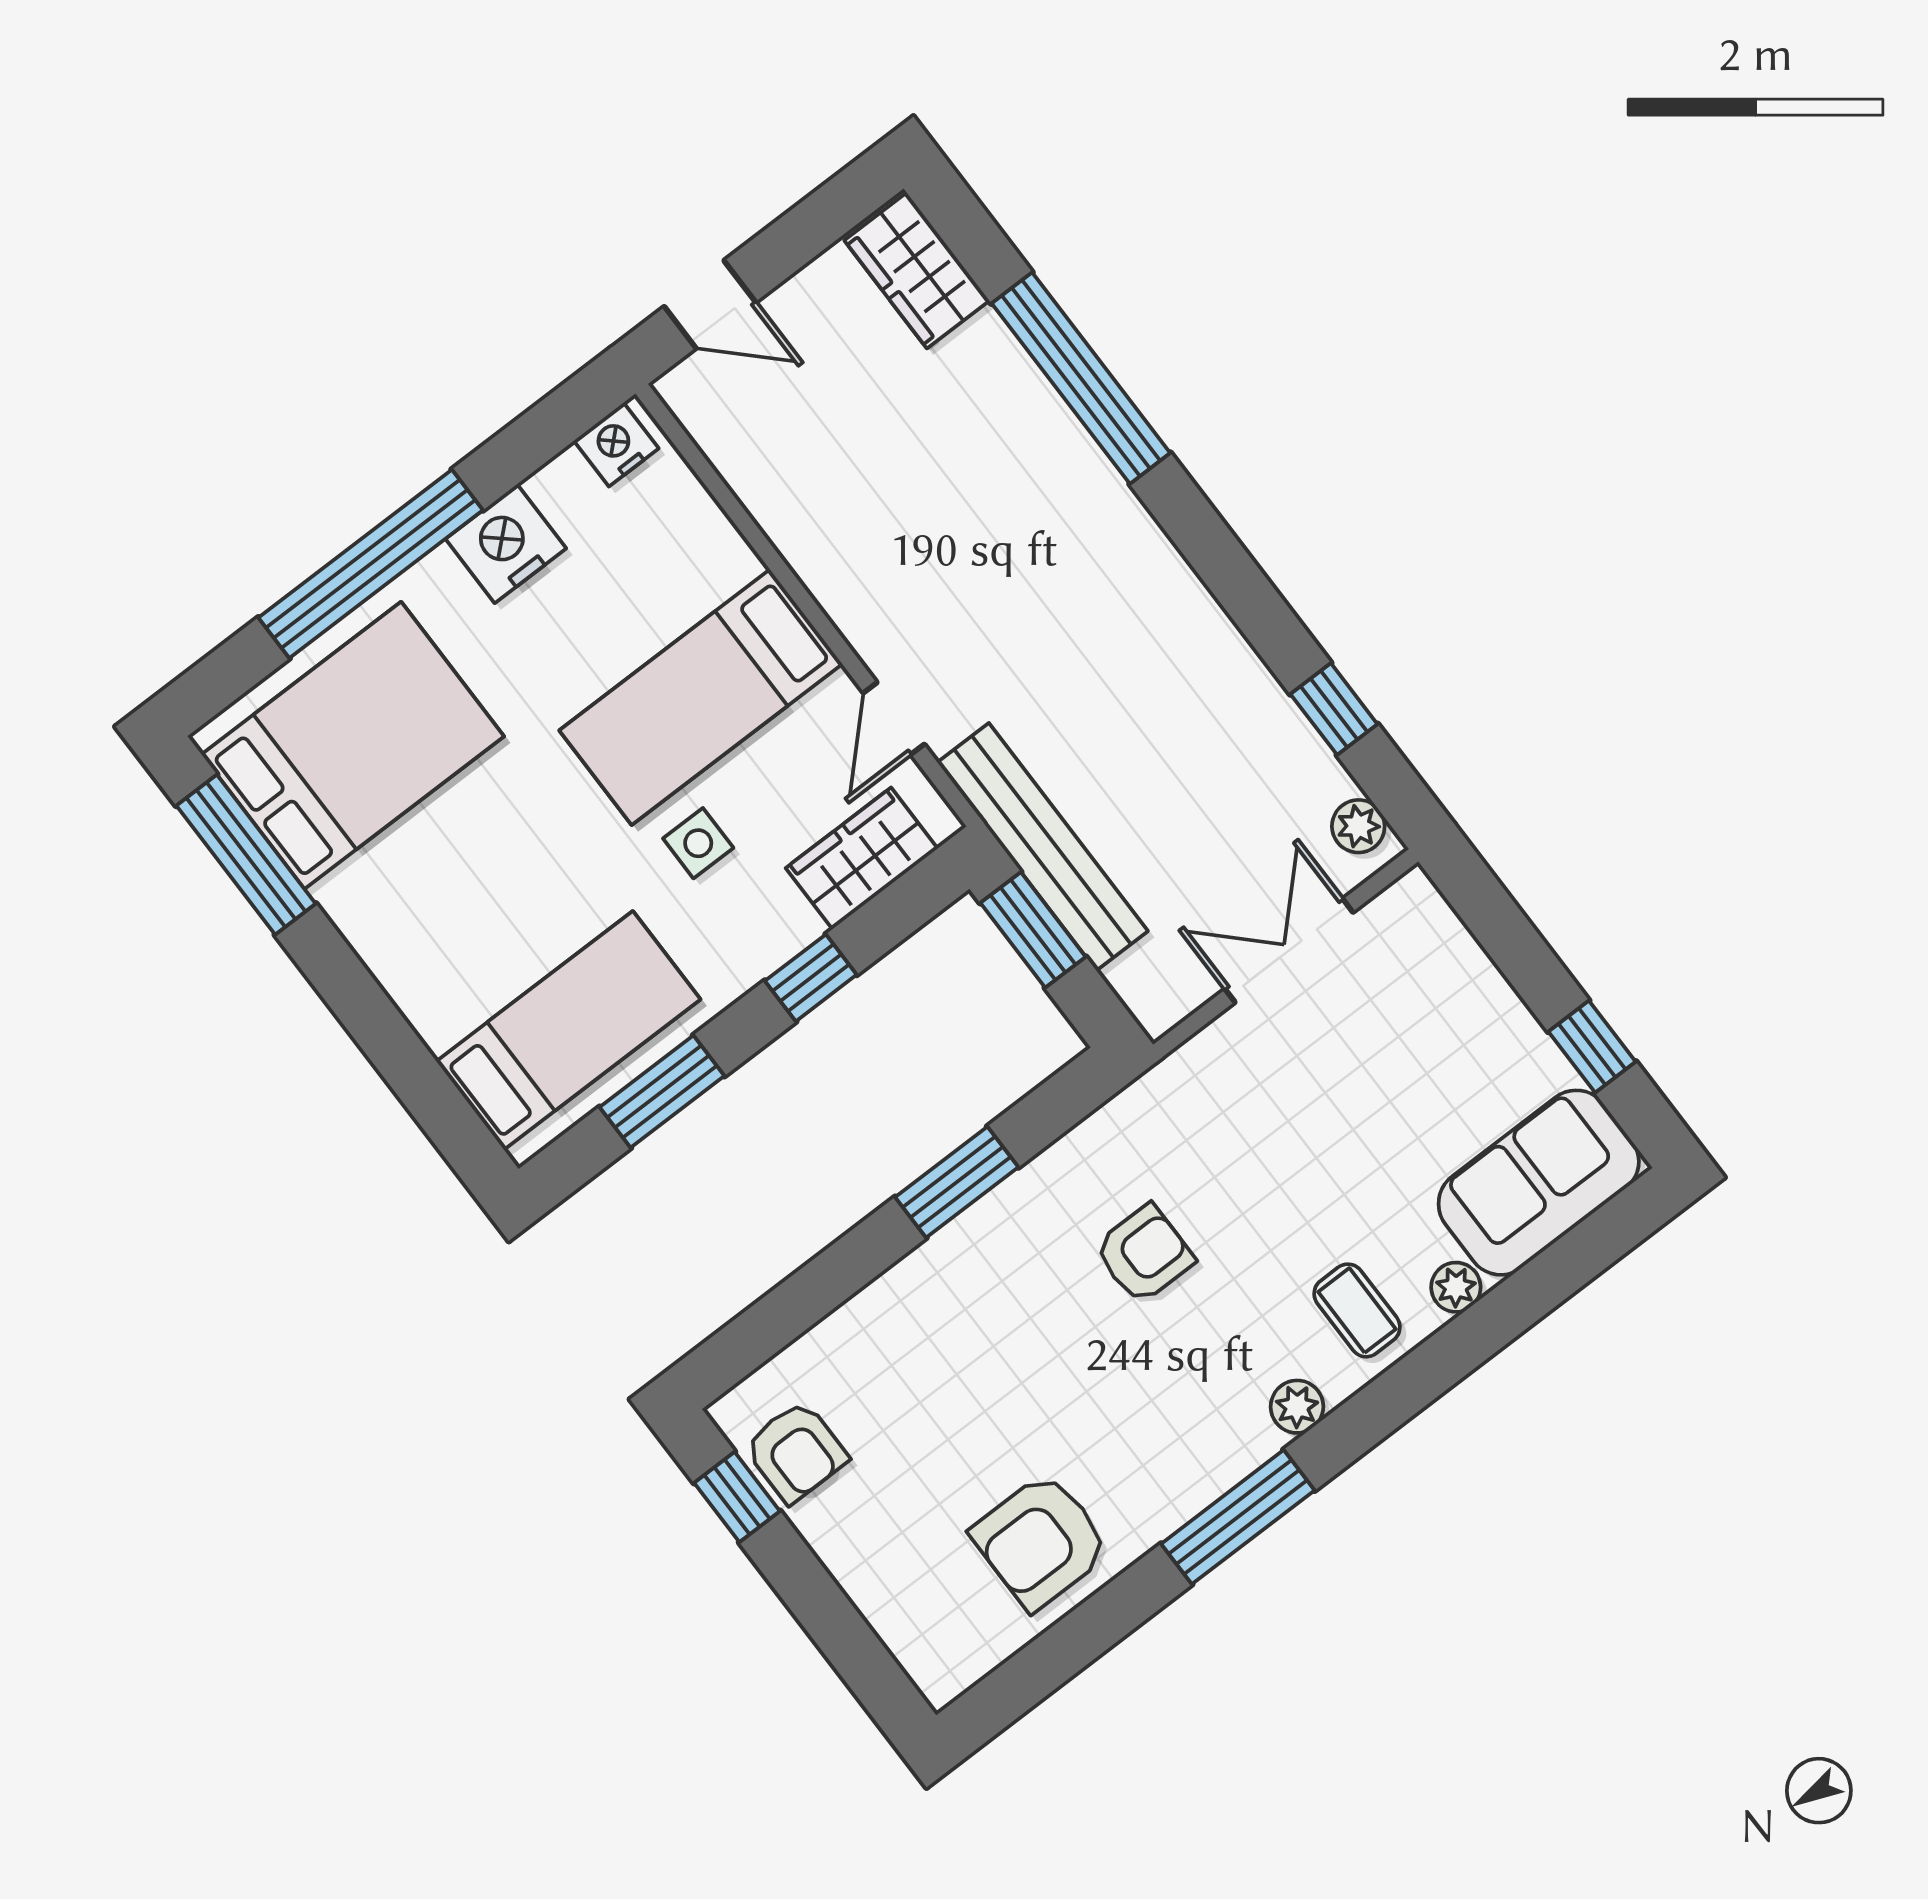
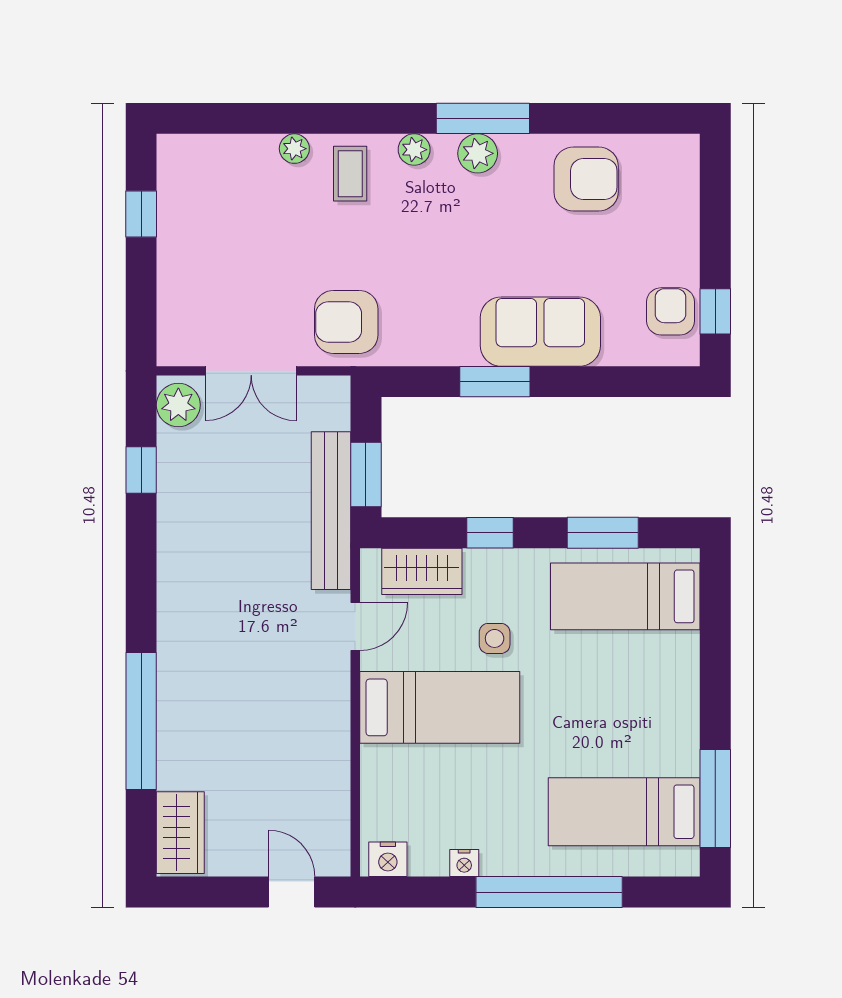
nightstand: (506, 544) -> (464, 863), width x0.53, depth x0.56
bed: (353, 745) -> (624, 812), width x0.67
plant: (1358, 826) -> (178, 405), width x1.38, depth x1.38
sofa: (1539, 1183) -> (540, 332), moved, turned 180
armchair: (1144, 1254) -> (346, 322), moved, width x1.38, depth x1.38
plant: (1209, 1466) -> (478, 153), added

